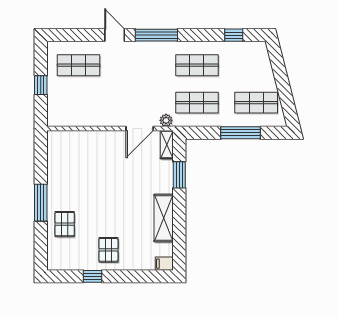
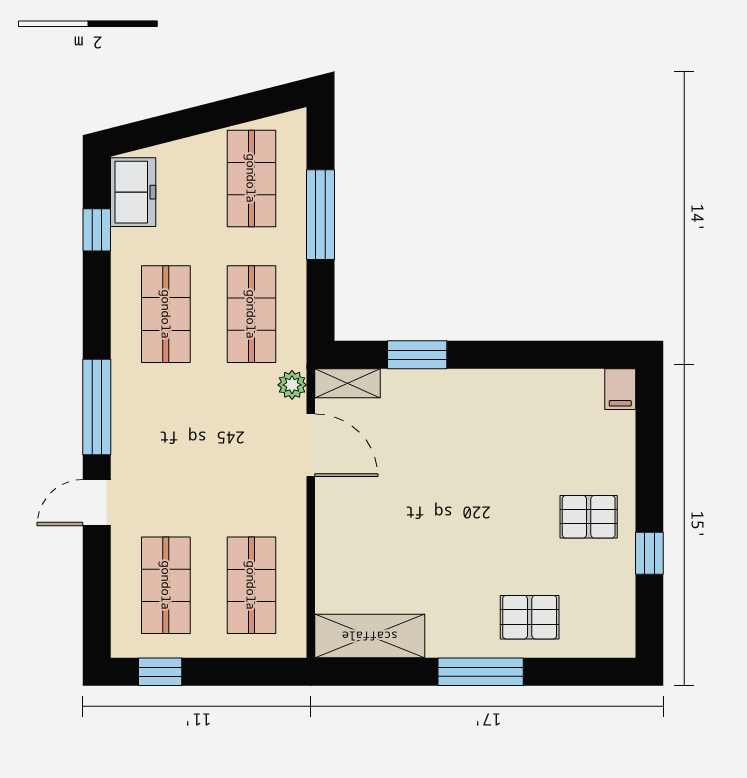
freezer: (250, 51) -> (133, 192), added
window: (41, 85) -> (160, 672), moved
shop shelf: (79, 103) -> (251, 585), added
shelving: (164, 218) -> (370, 636), moved

